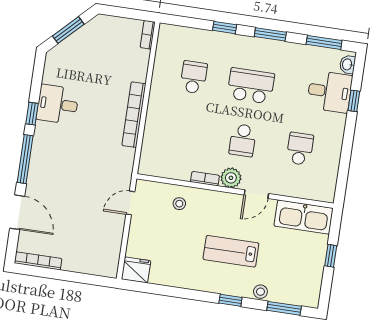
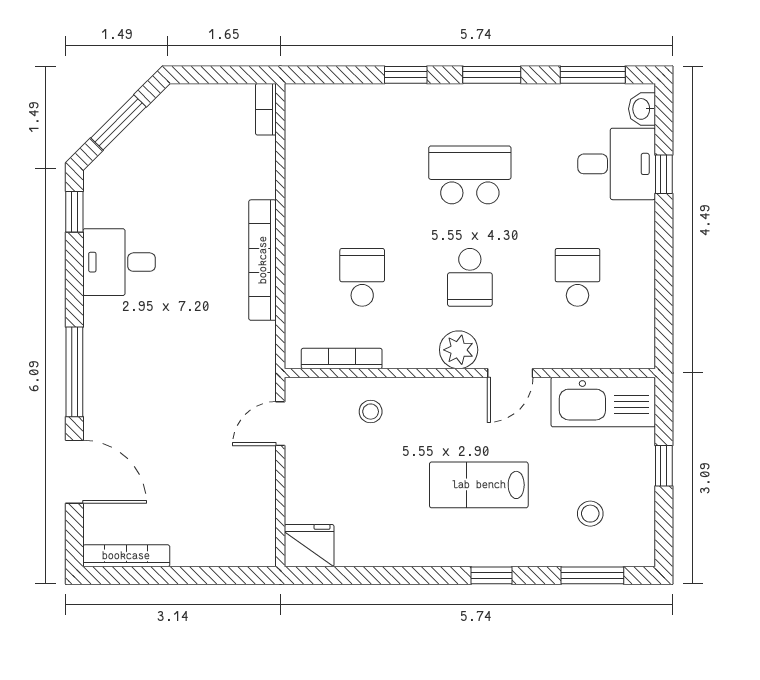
school desk: (194, 77) -> (362, 277), moved
window: (32, 114) -> (74, 212), moved
bookcase: (205, 179) -> (342, 359), moved, width x1.56
stool: (260, 292) -> (590, 514), moved

